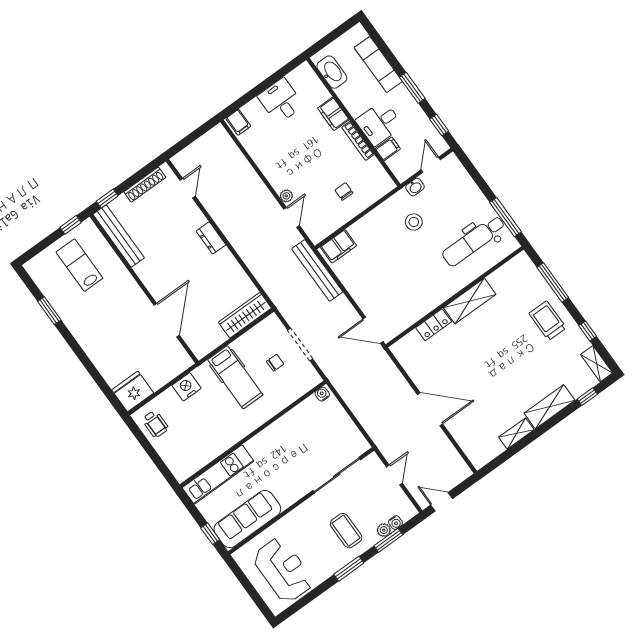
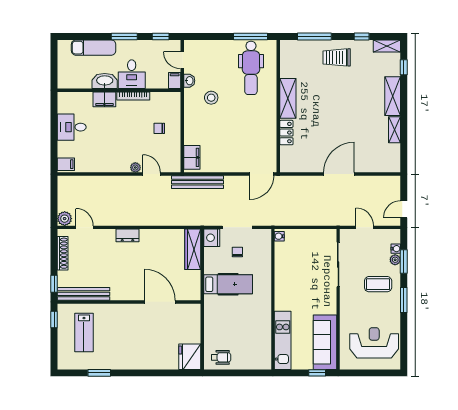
washbasin: (332, 72) -> (105, 81), moved
filing cabinet: (388, 149) -> (175, 80), moved
plant: (182, 161) -> (65, 219), added
lab bench: (79, 265) -> (84, 332), turned -90
nightstand: (187, 387) -> (212, 238), moved

